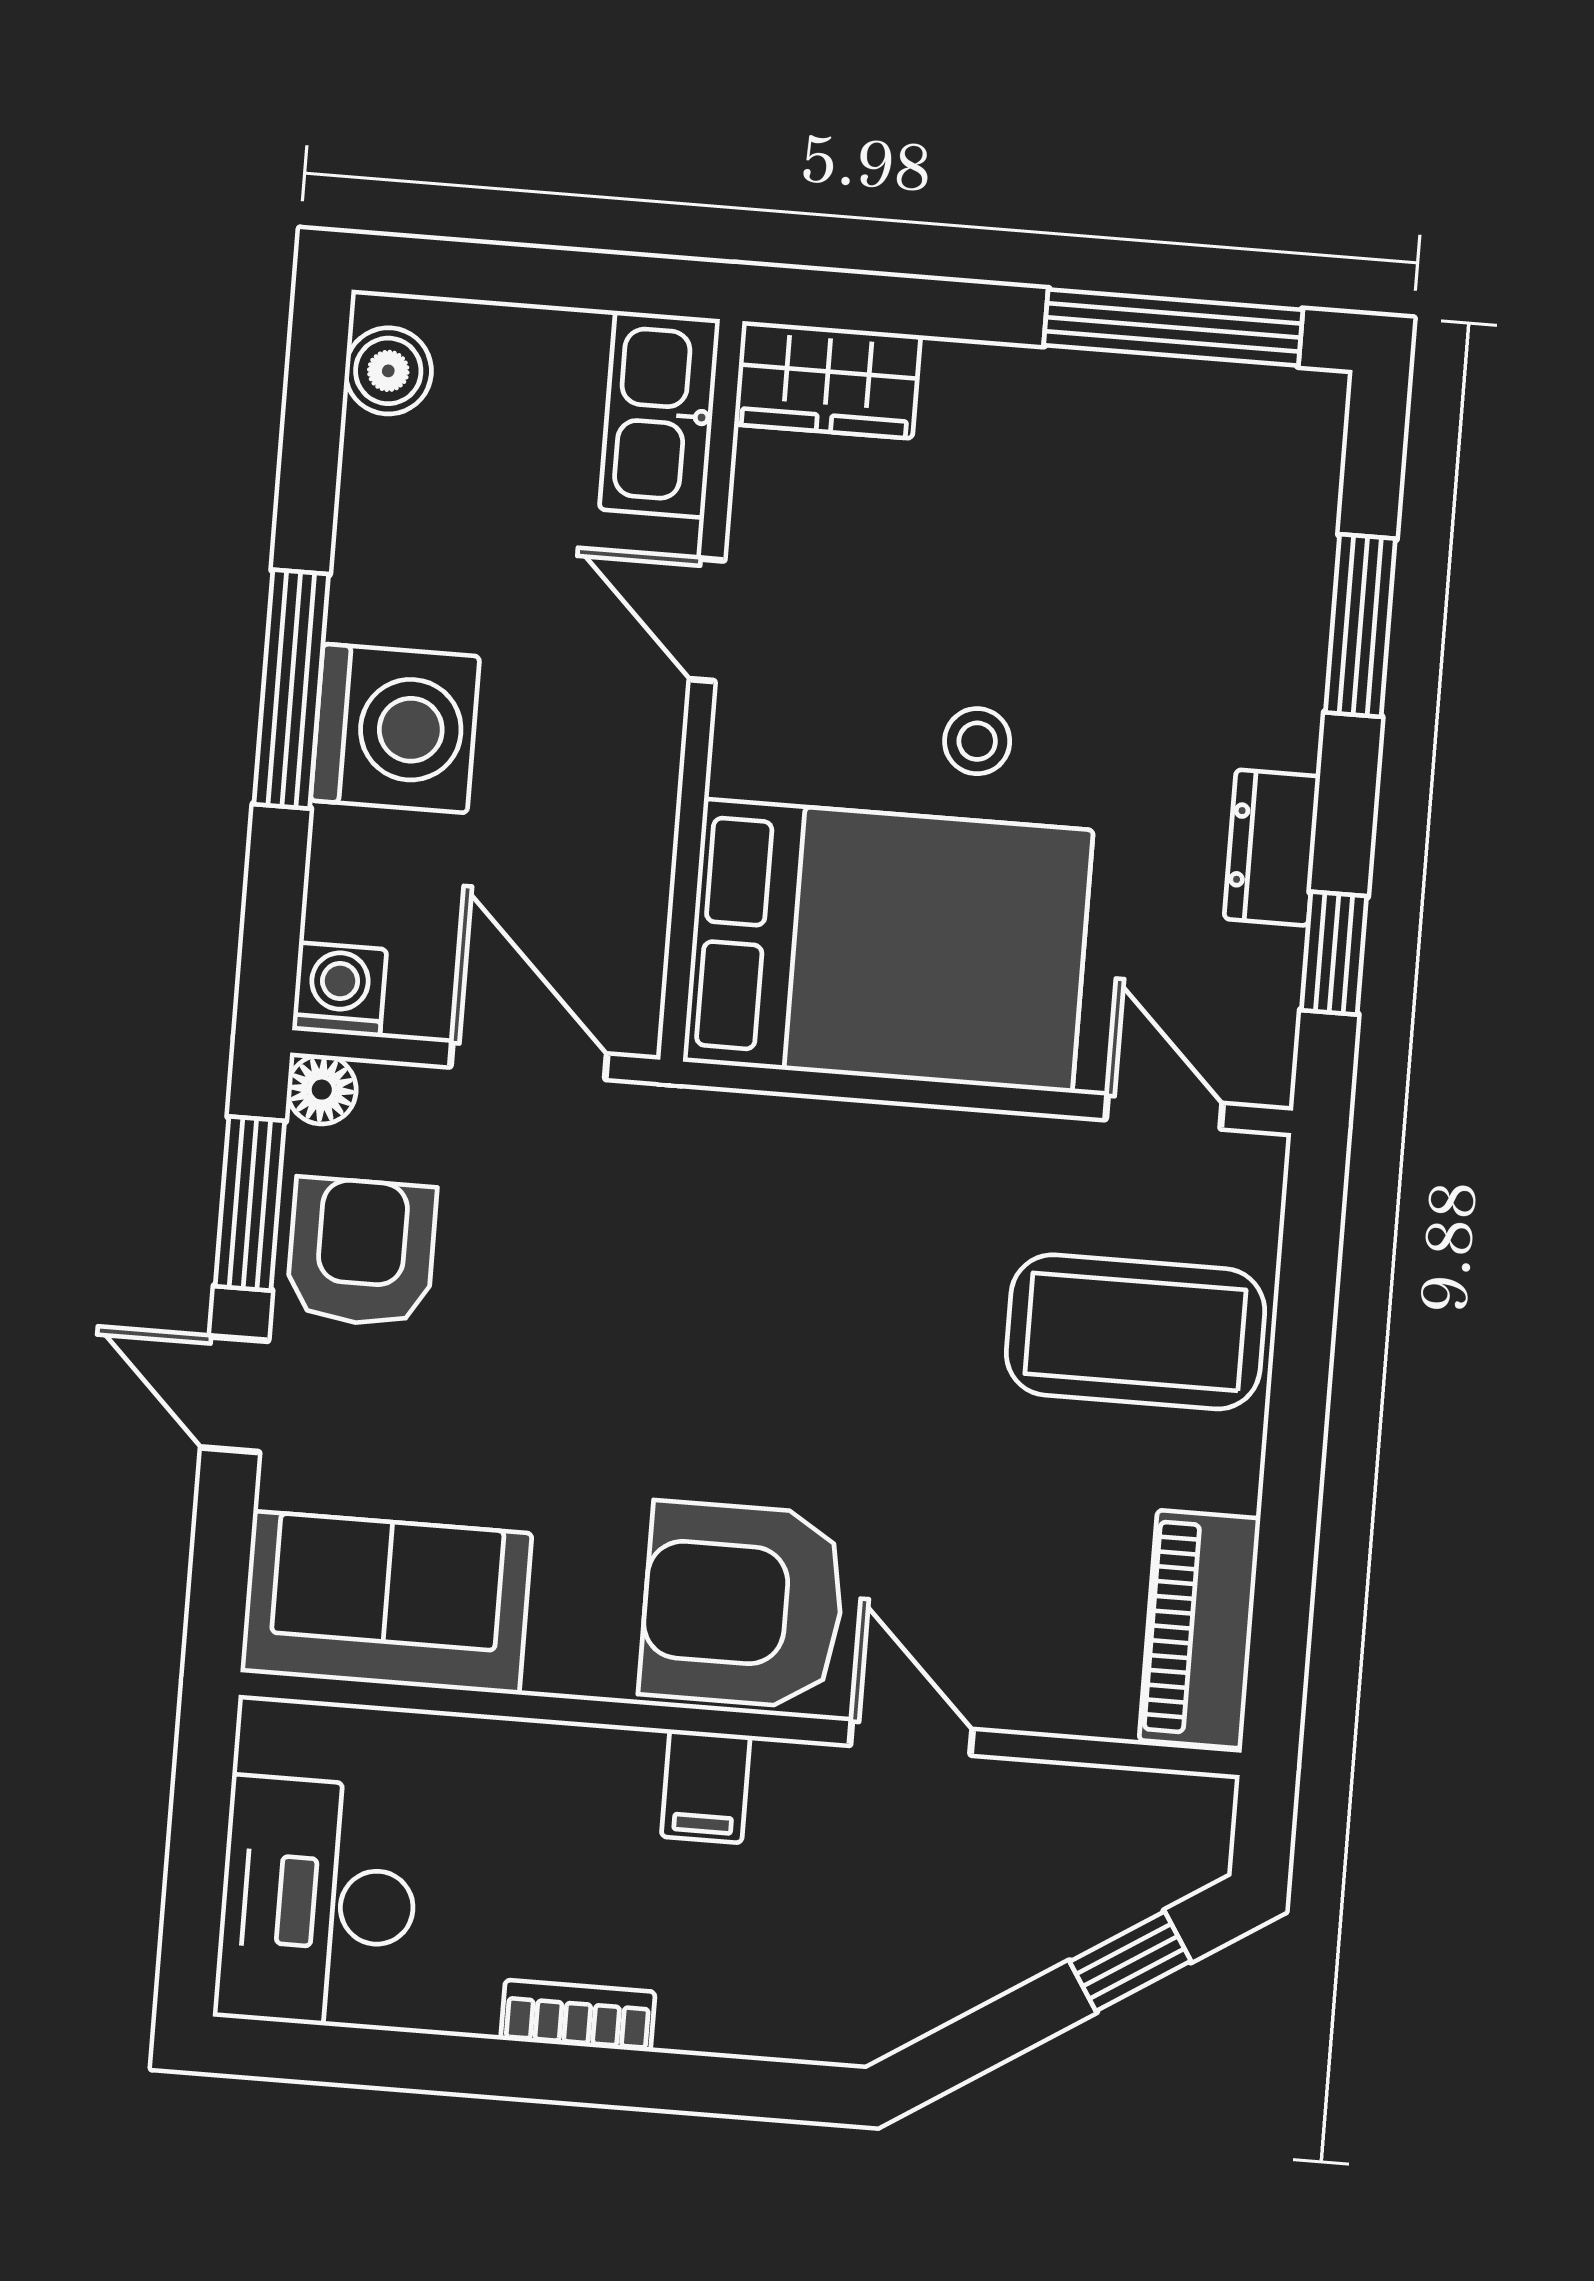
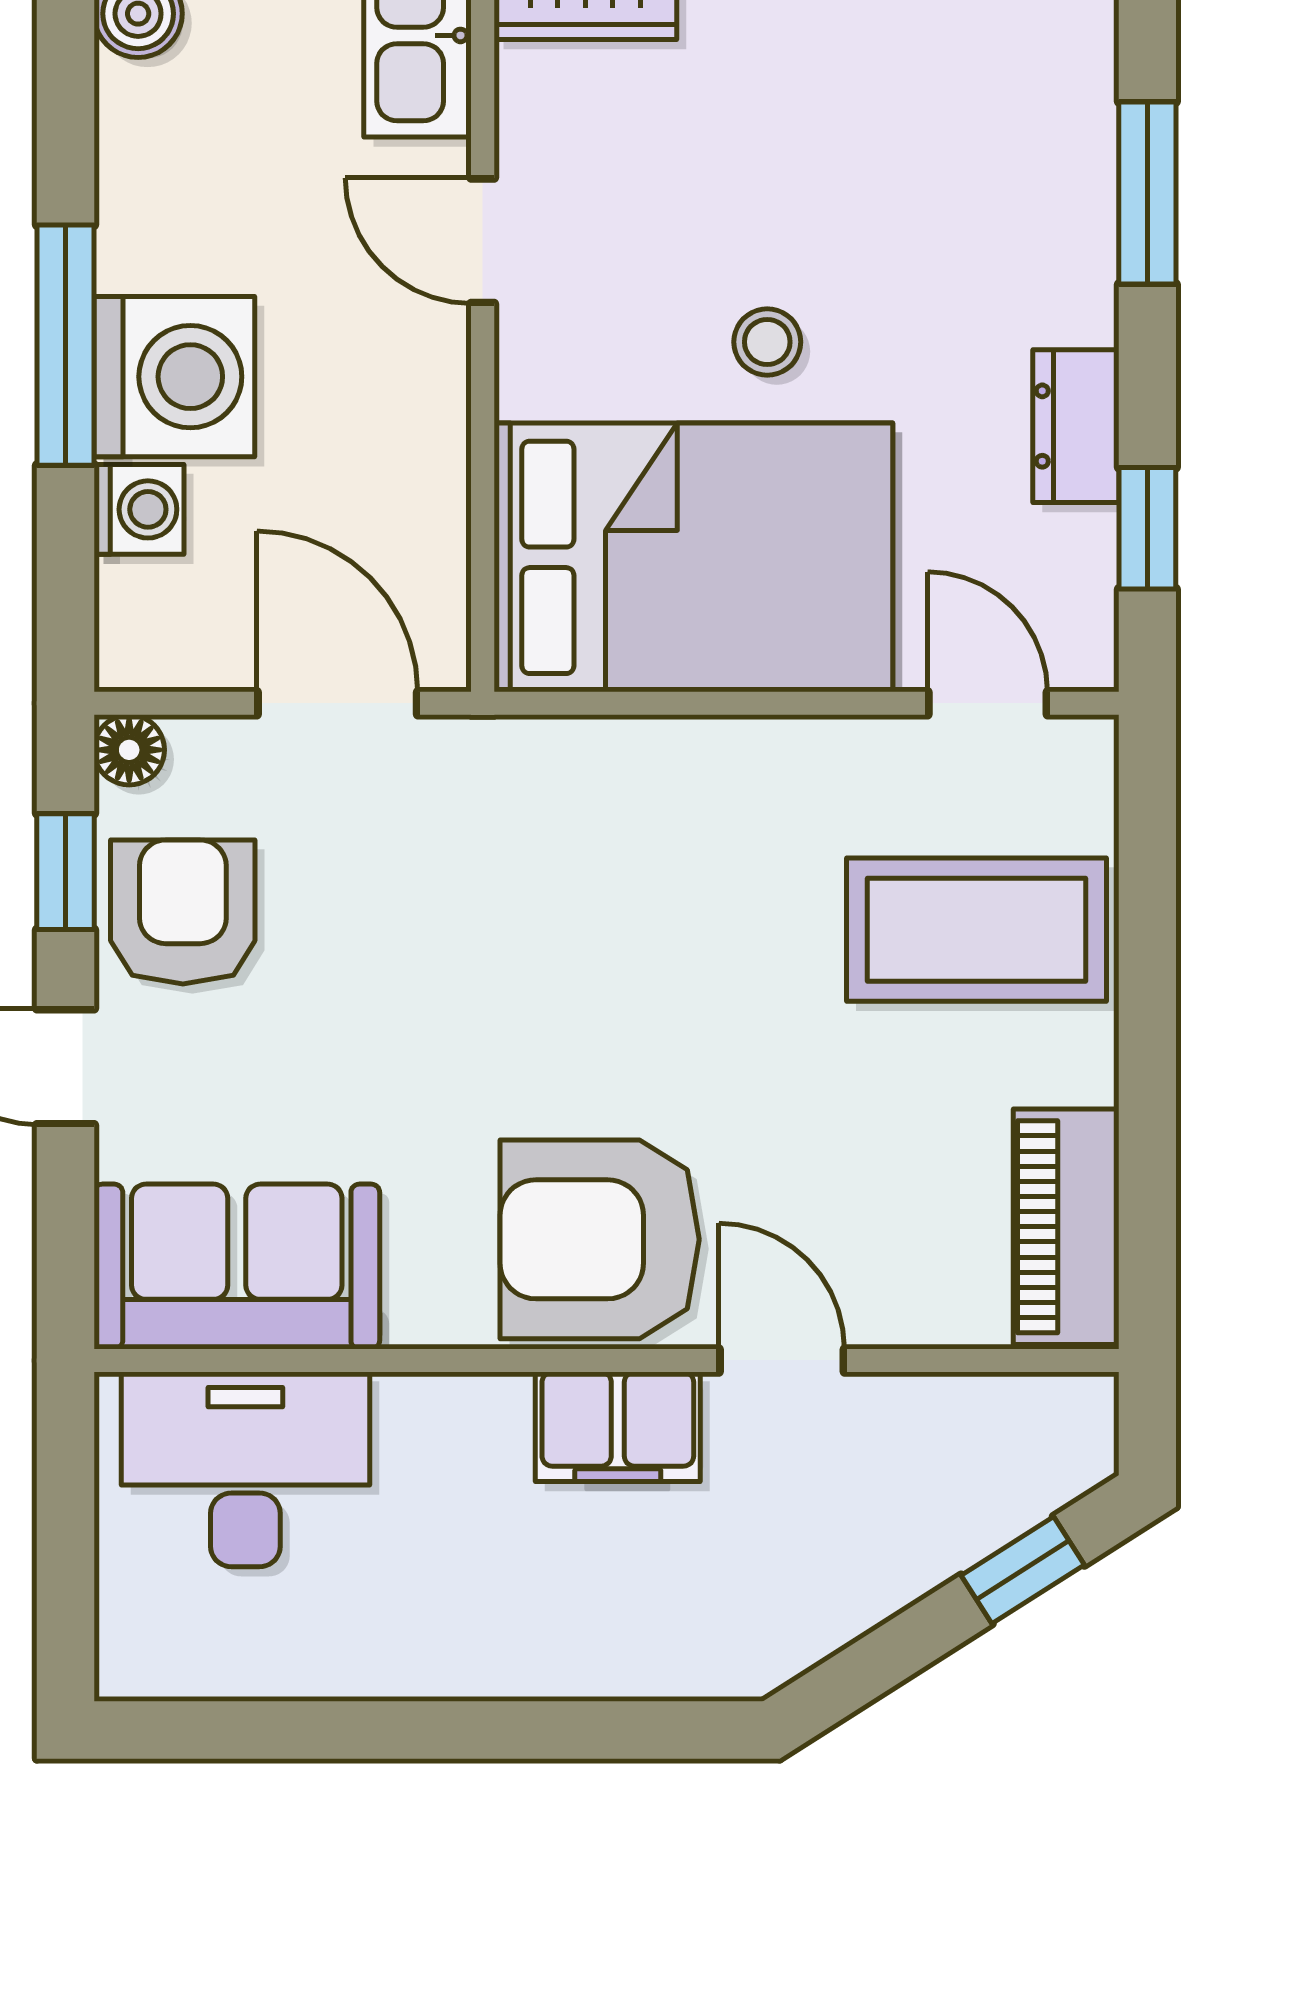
washing machine: (339, 990) -> (139, 509), moved, turned 90
window: (250, 1204) -> (65, 872), width x0.67
filing cabinet: (706, 1786) -> (618, 1427), width x2.00
desk: (318, 1903) -> (245, 1469), moved, turned 90
bookcase: (578, 2016) -> (465, 1671), removed

